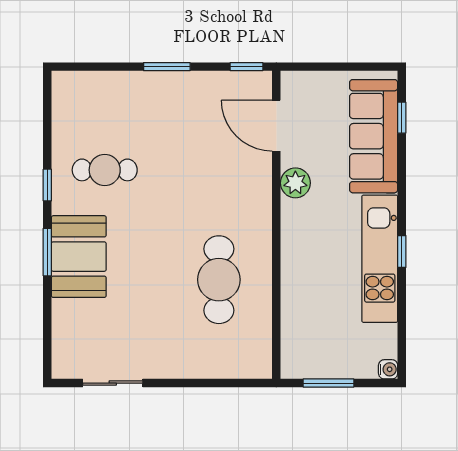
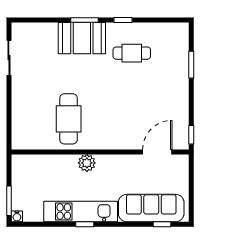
window: (167, 67) -> (191, 65), moved
cafe table: (105, 170) -> (132, 53), turned 90
plant: (295, 183) -> (87, 163), moved
cafe table: (219, 280) -> (69, 119), turned 90
window: (329, 383) -> (9, 201), moved

